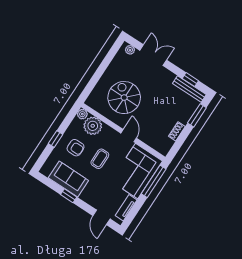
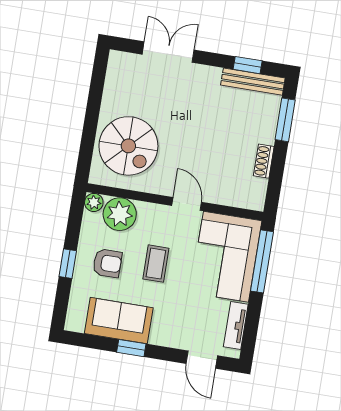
plant: (130, 50) -> (125, 60), removed
spiral stairs: (124, 98) -> (128, 146), moved, turned 180

